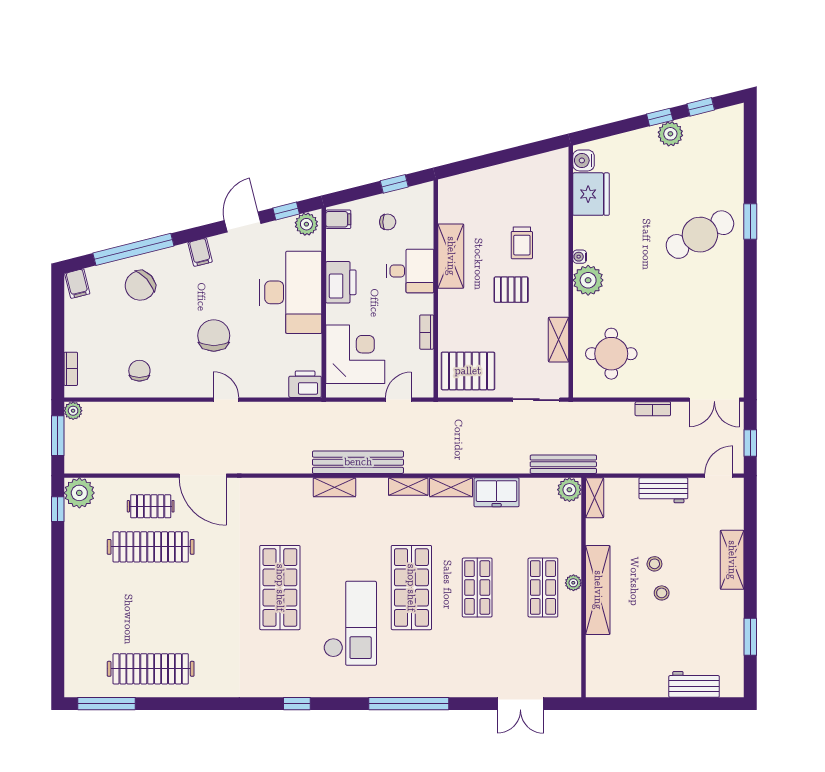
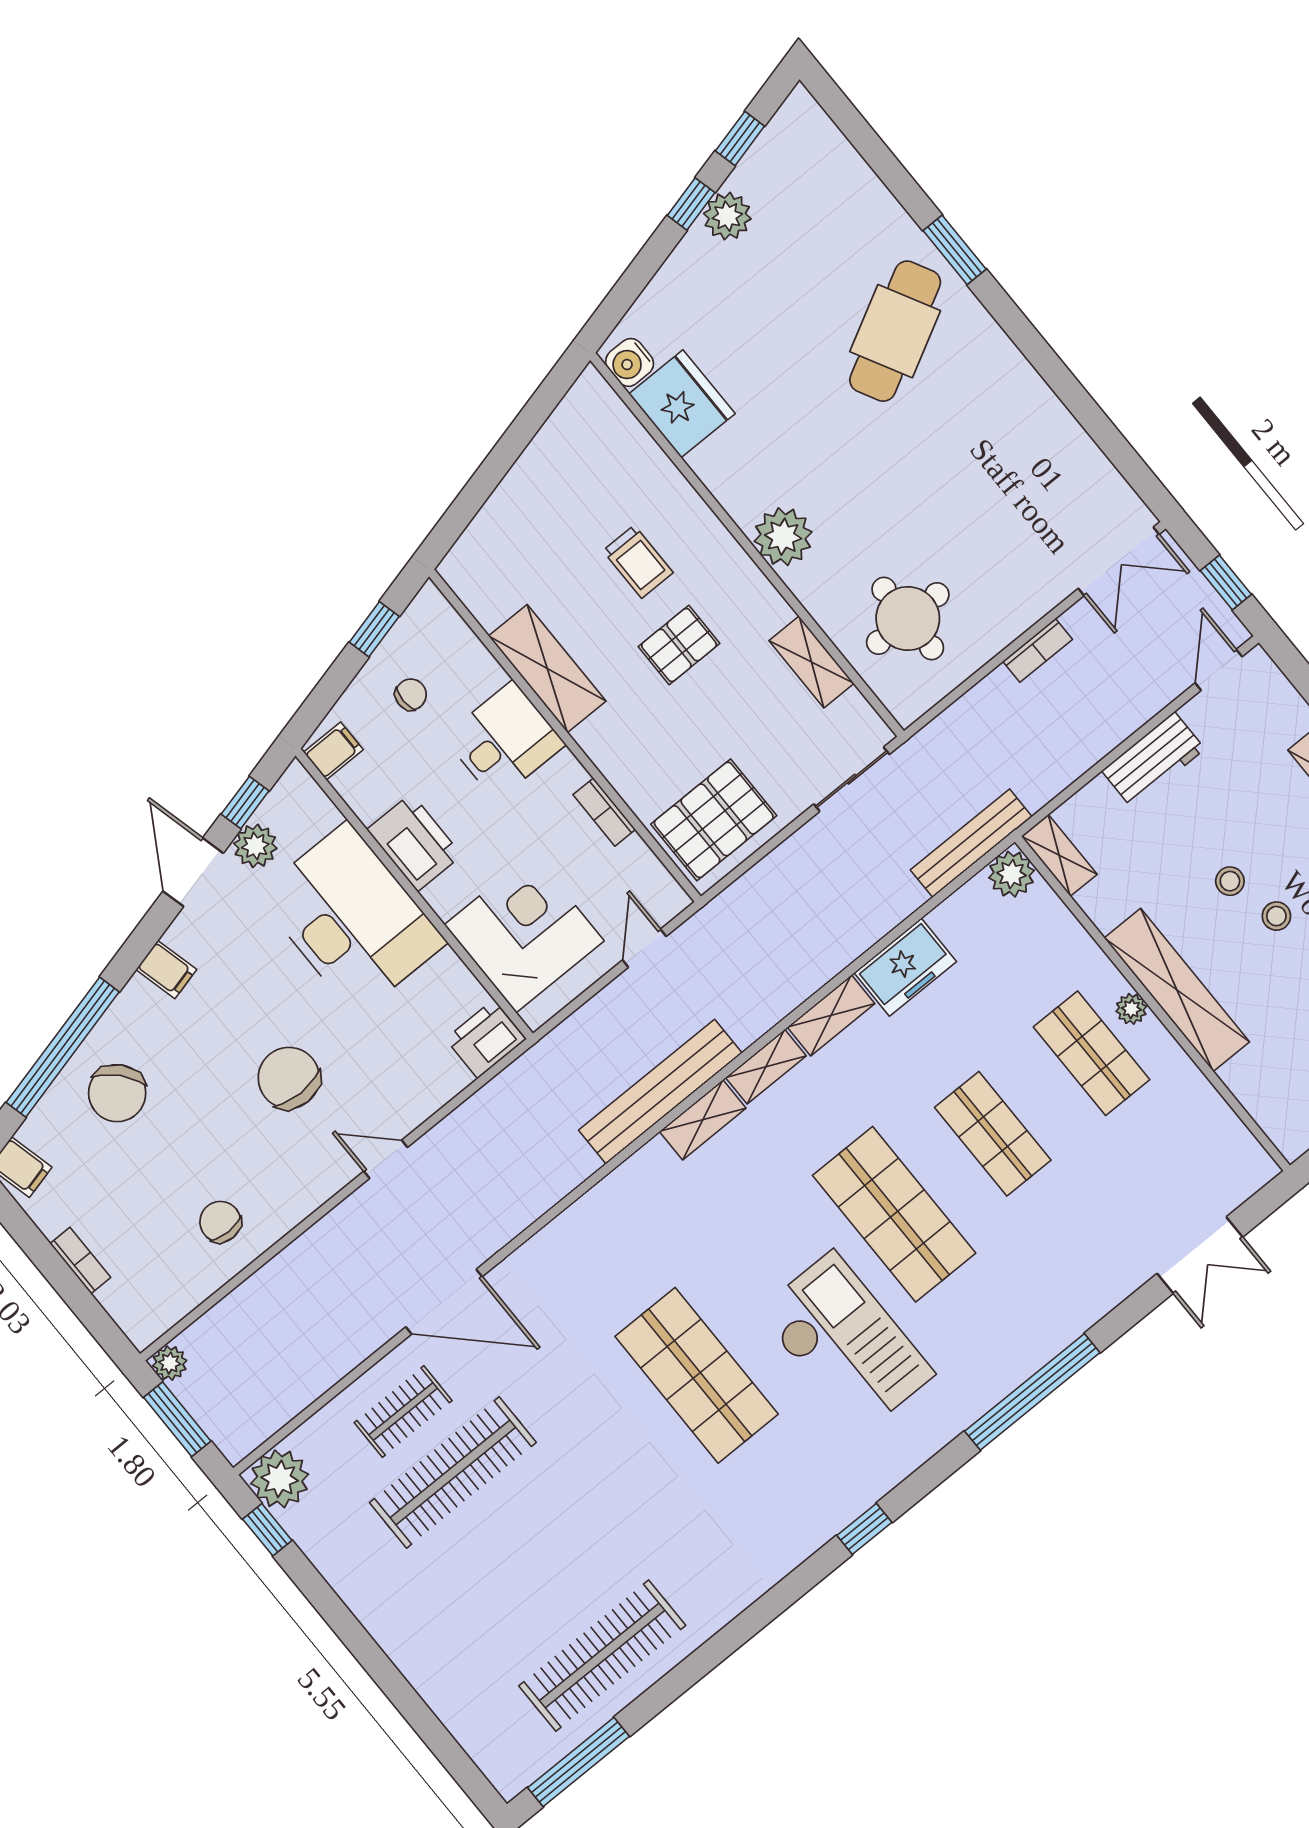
plant: (306, 224) -> (255, 846), moved
water cooler: (580, 257) -> (742, 512), removed
bookcase: (71, 369) -> (80, 1261), moved
shelving: (334, 487) -> (703, 1120), moved

